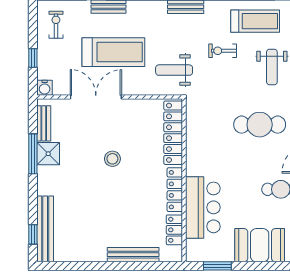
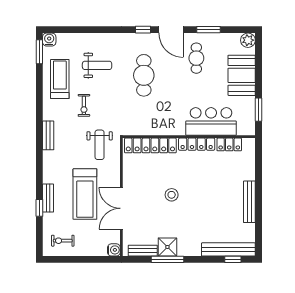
treadmill: (113, 52) -> (85, 194), turned 180
window: (33, 58) -> (90, 259), removed
bench: (133, 255) -> (249, 202), moved

